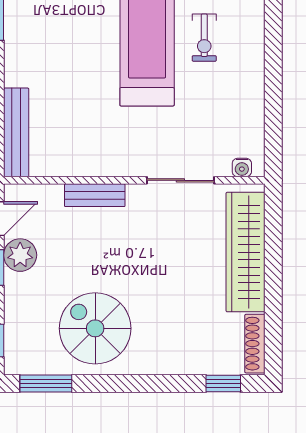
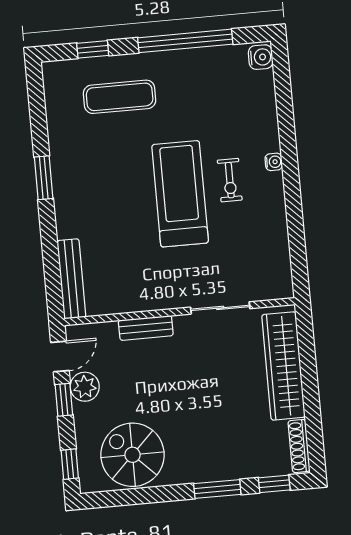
water cooler: (242, 168) -> (274, 162), moved, turned -90
spiral stairs: (95, 328) -> (132, 455), moved
window: (46, 384) -> (217, 489), moved

